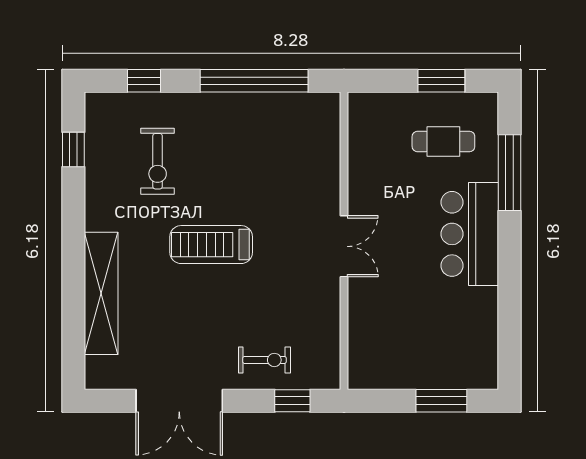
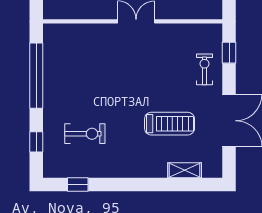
treadmill: (211, 245) -> (170, 124), moved, turned -90
shelving: (101, 293) -> (185, 170), width x0.45, depth x0.75

